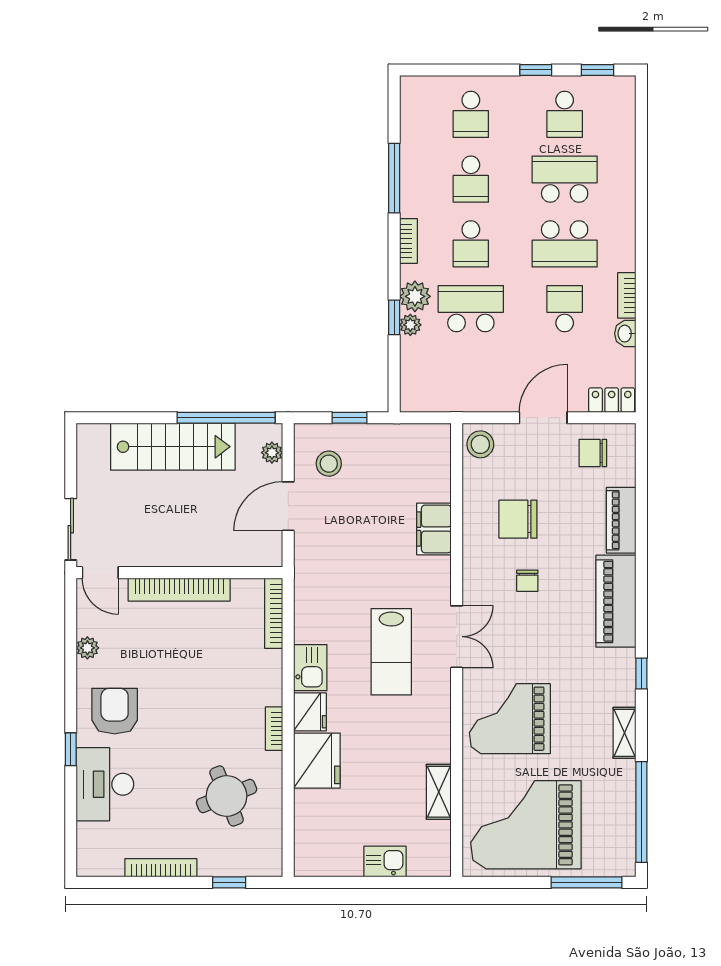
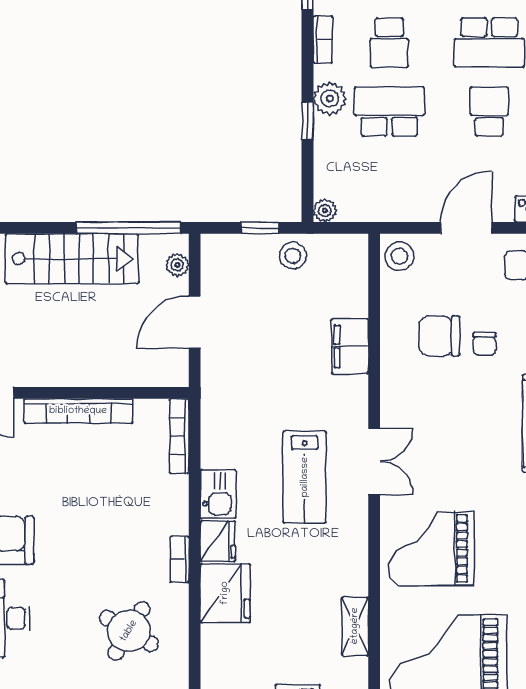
plant: (410, 325) -> (325, 211), moved
stool: (329, 464) -> (293, 256), moved
chair: (527, 581) -> (484, 344), moved
round table: (227, 796) -> (129, 631), turned -38

